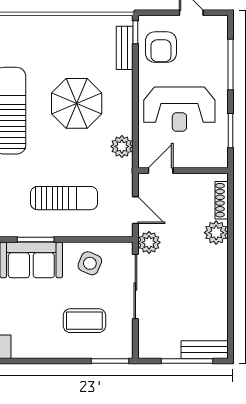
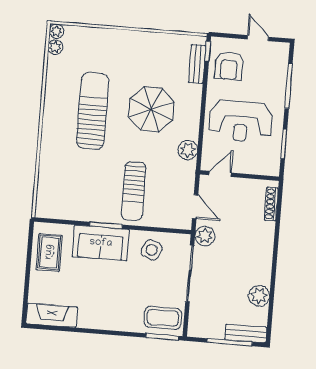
sun lounger: (64, 198) -> (134, 191), turned 90
plant: (216, 233) -> (259, 296), moved
coffee table: (84, 321) -> (163, 318), moved

